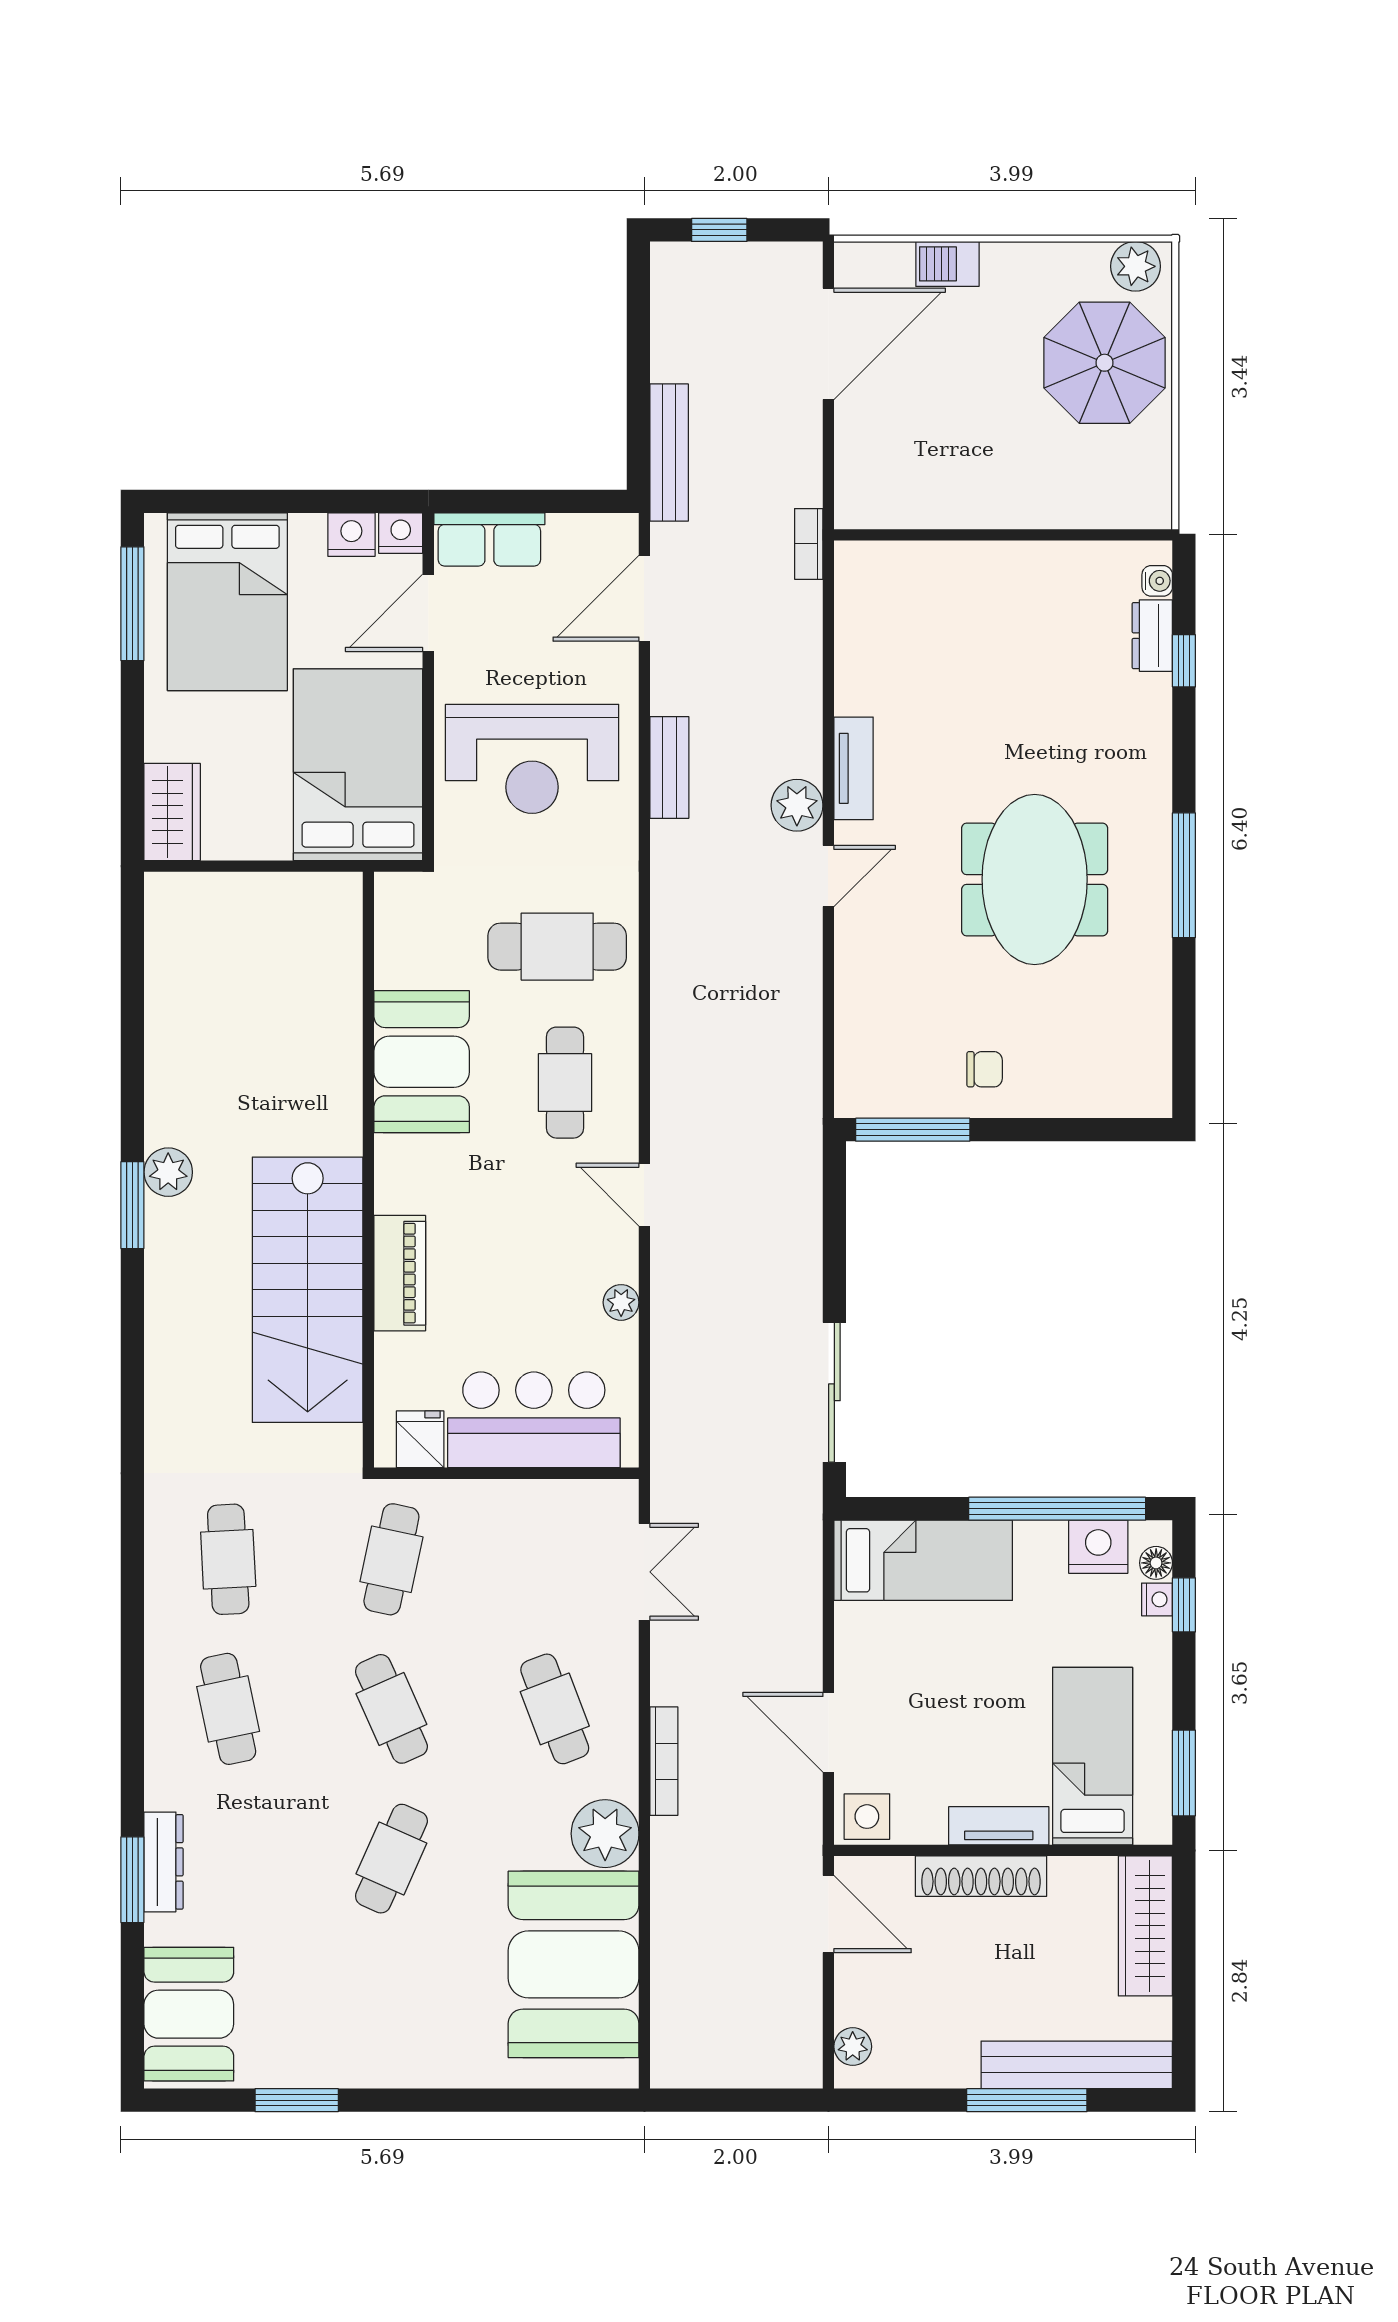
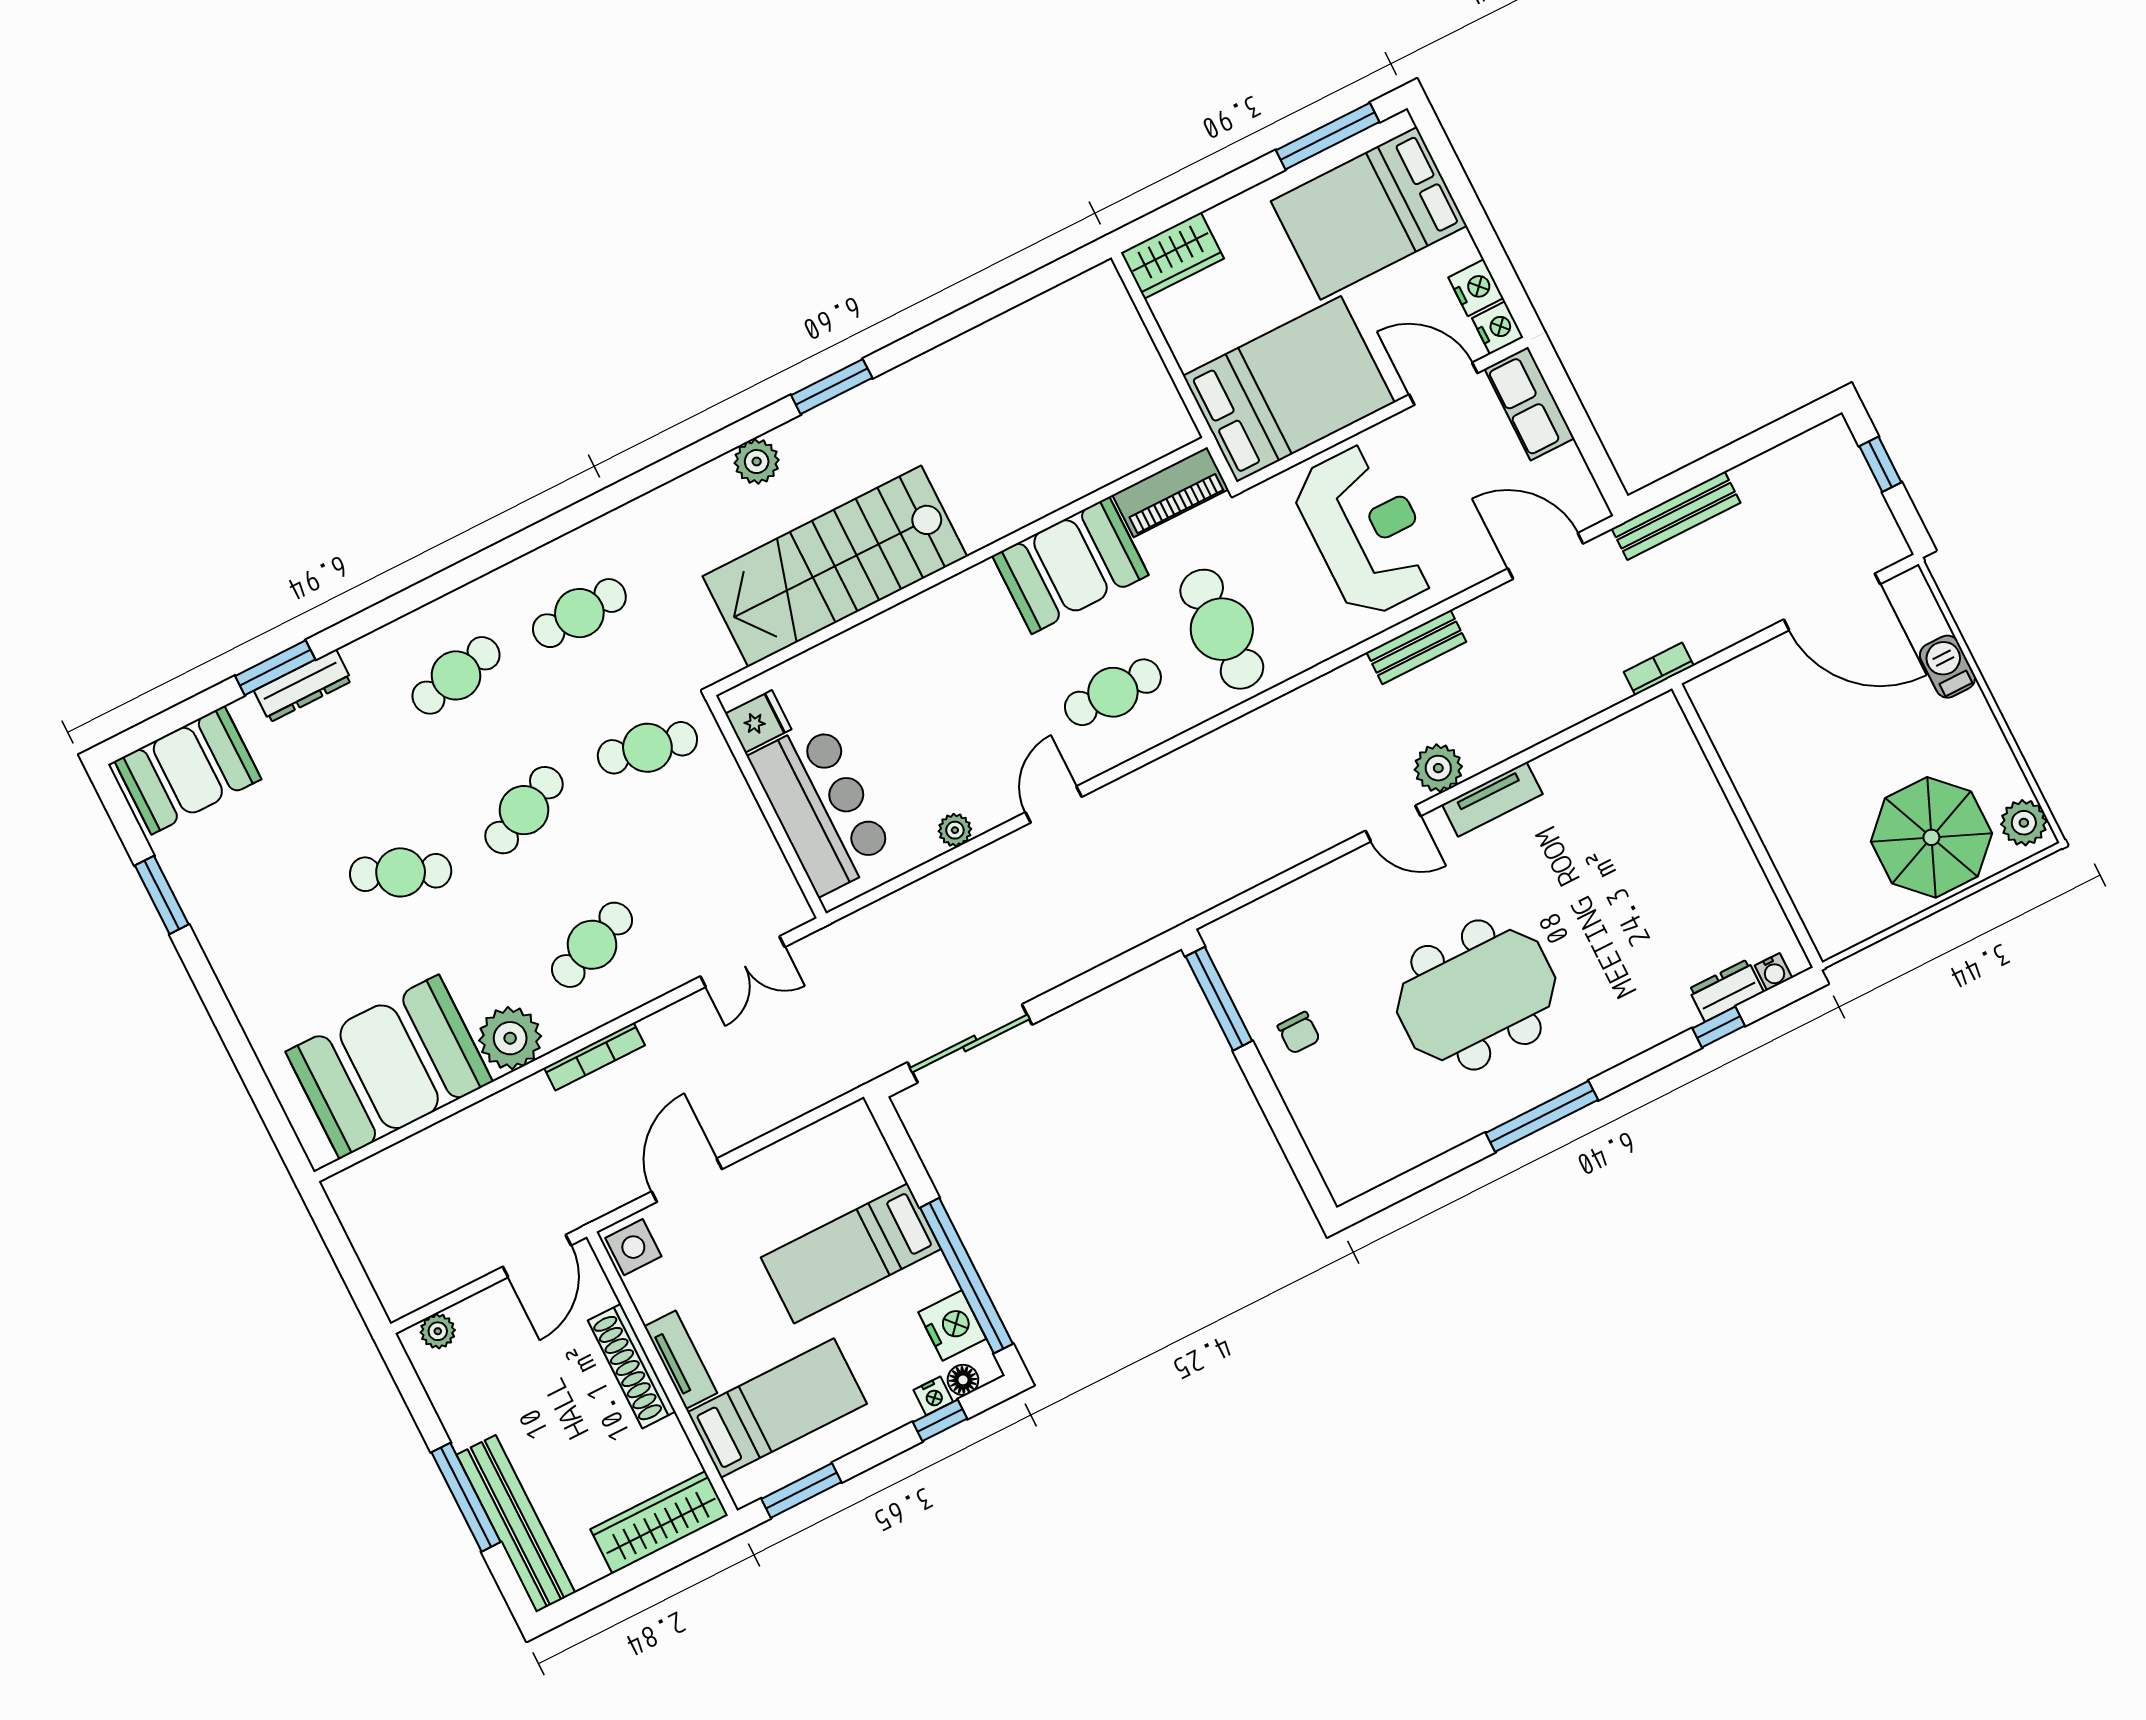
reception desk: (532, 759) -> (1366, 530), turned 180
plant: (168, 1172) -> (757, 462), moved
piano: (400, 1273) -> (1171, 492), moved
bed: (923, 1560) -> (851, 1253), moved, turned 90

